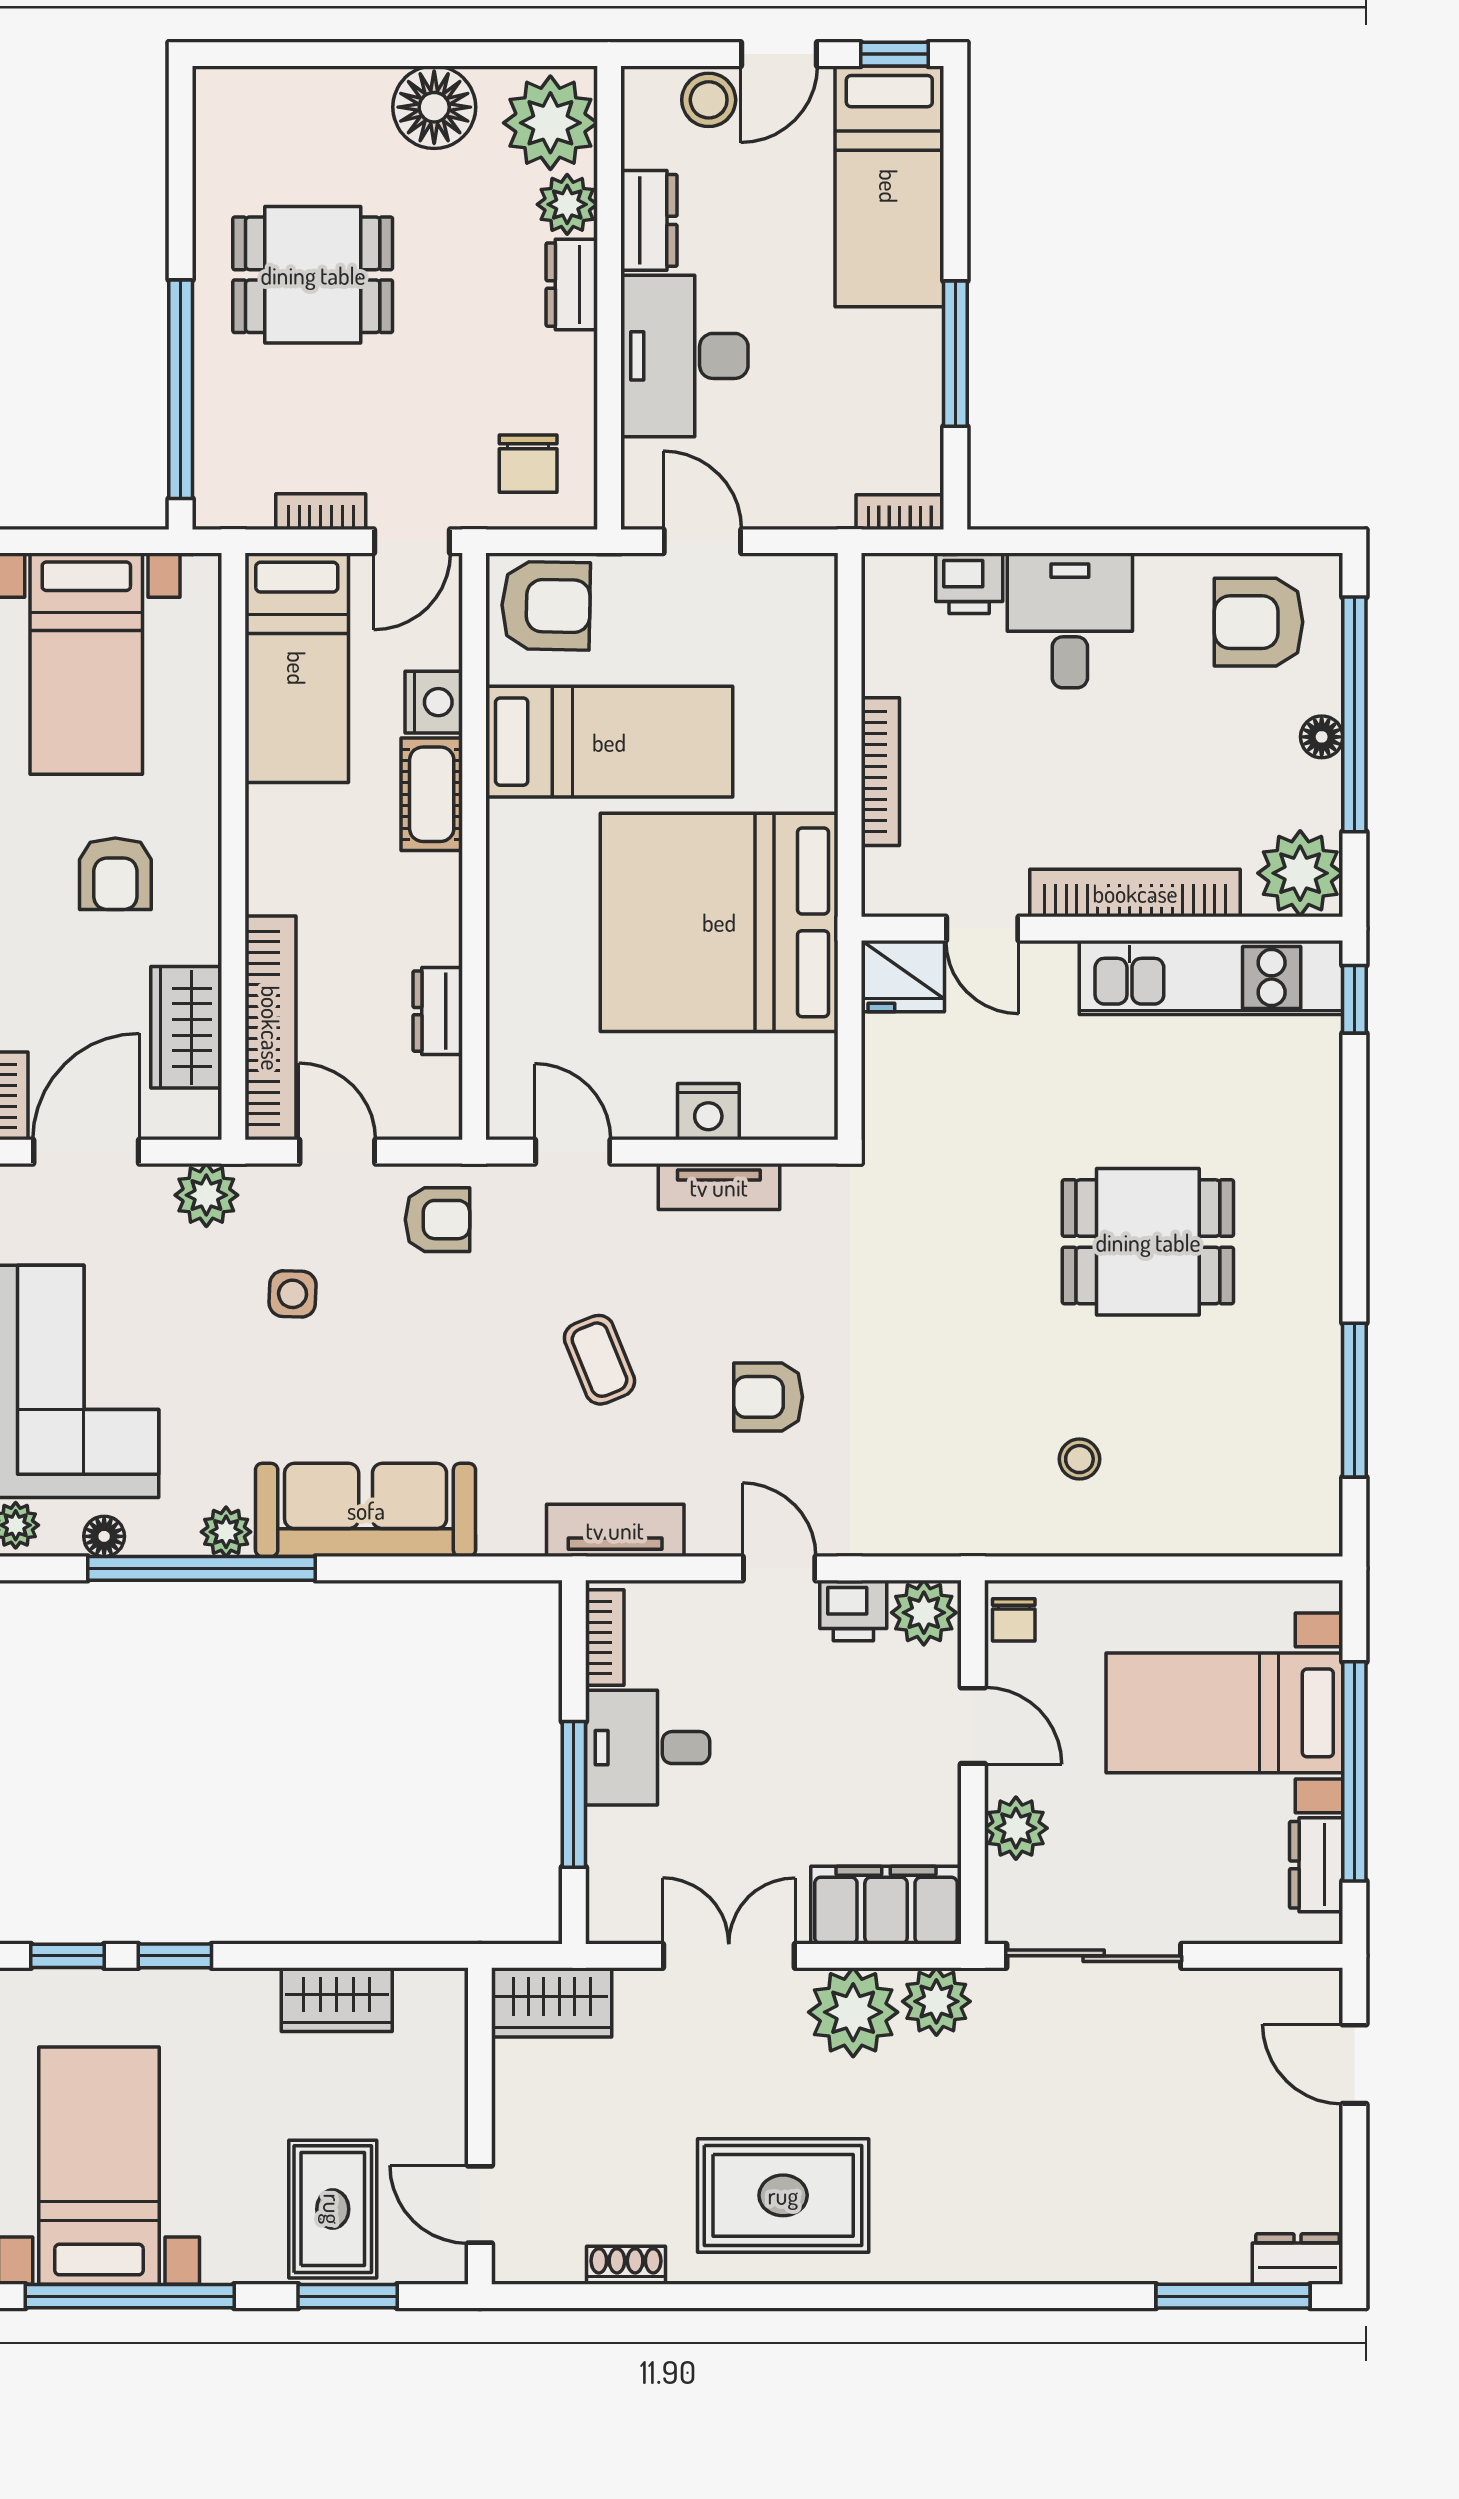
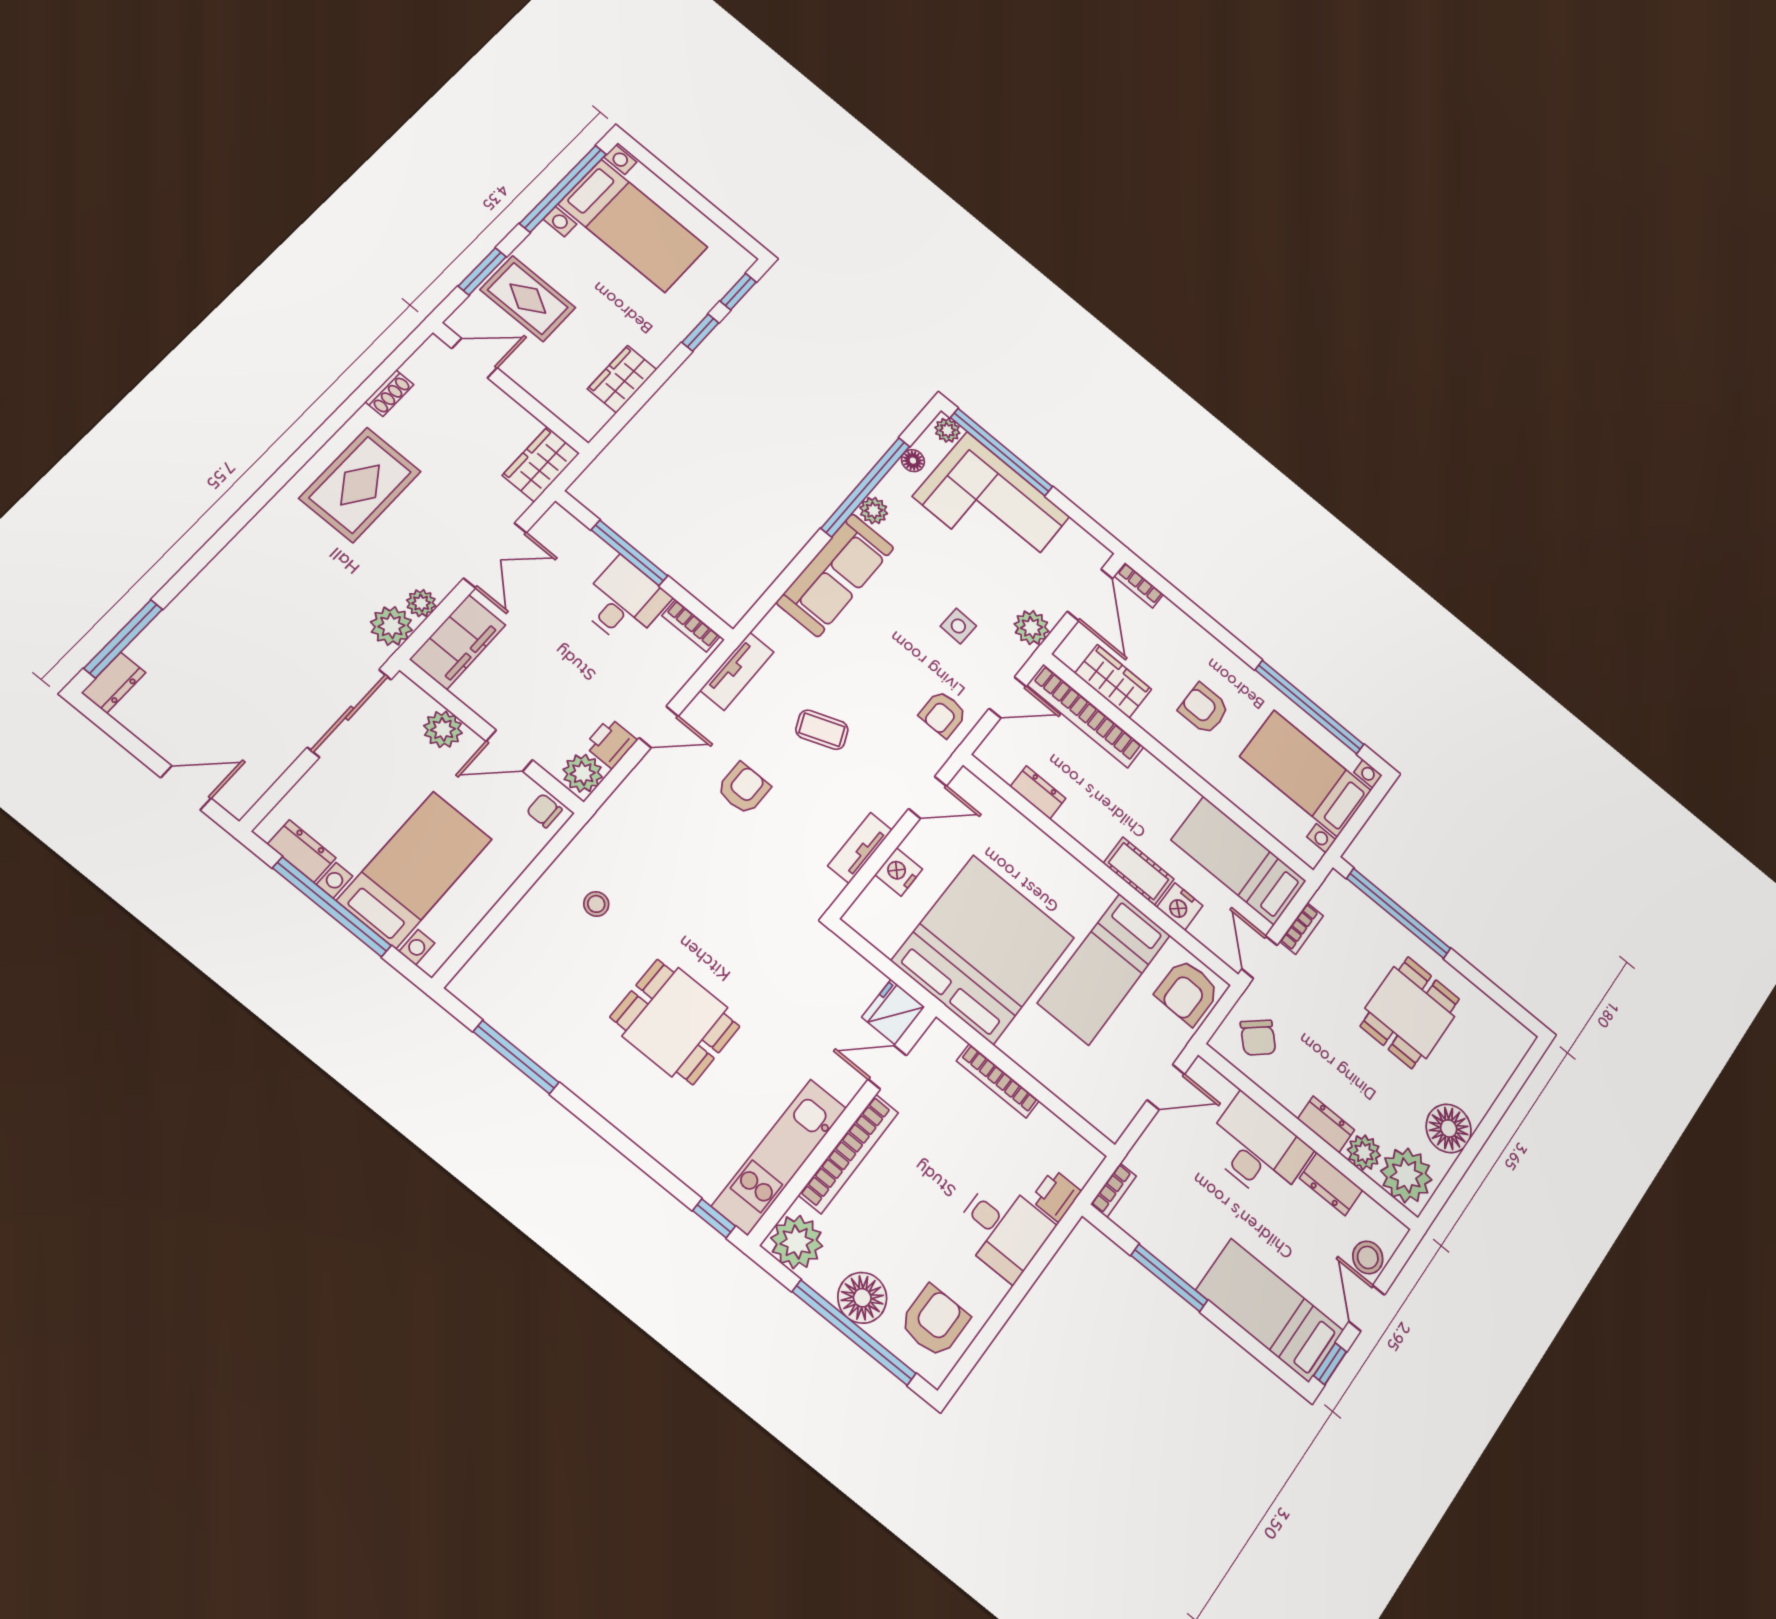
chair: (528, 464) -> (1258, 1038), turned -133
floor lamp: (1322, 737) -> (862, 1298), width x1.89, depth x1.89
dining table: (1148, 1242) -> (675, 1022), turned 90
plant: (853, 2012) -> (421, 603), width x0.53, depth x0.53

